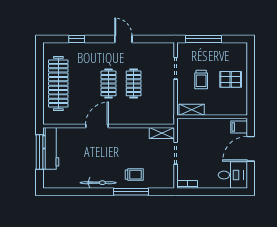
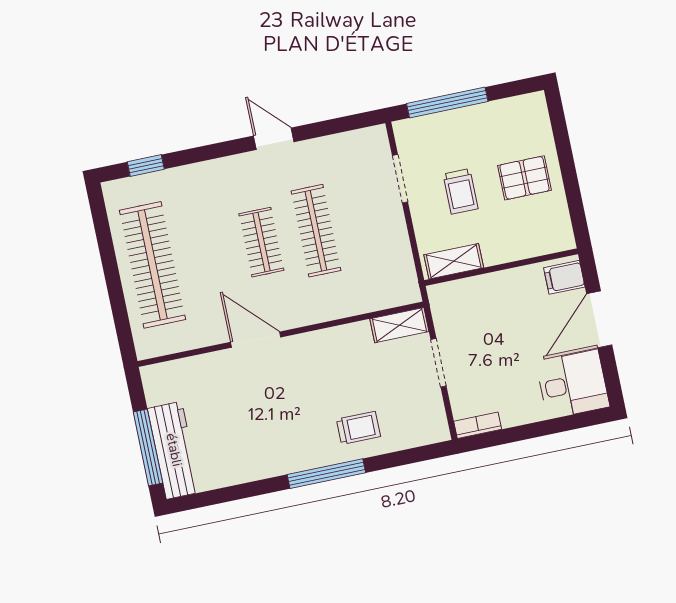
window: (77, 39) -> (146, 166), moved
clothes rail: (134, 83) -> (316, 231), width x1.36
door: (97, 126) -> (256, 340), hinge flipped
workbench: (51, 148) -> (174, 450), moved
window: (39, 152) -> (148, 448), moved
bicycle: (98, 183) -> (284, 462), removed
window: (131, 192) -> (326, 474), moved

